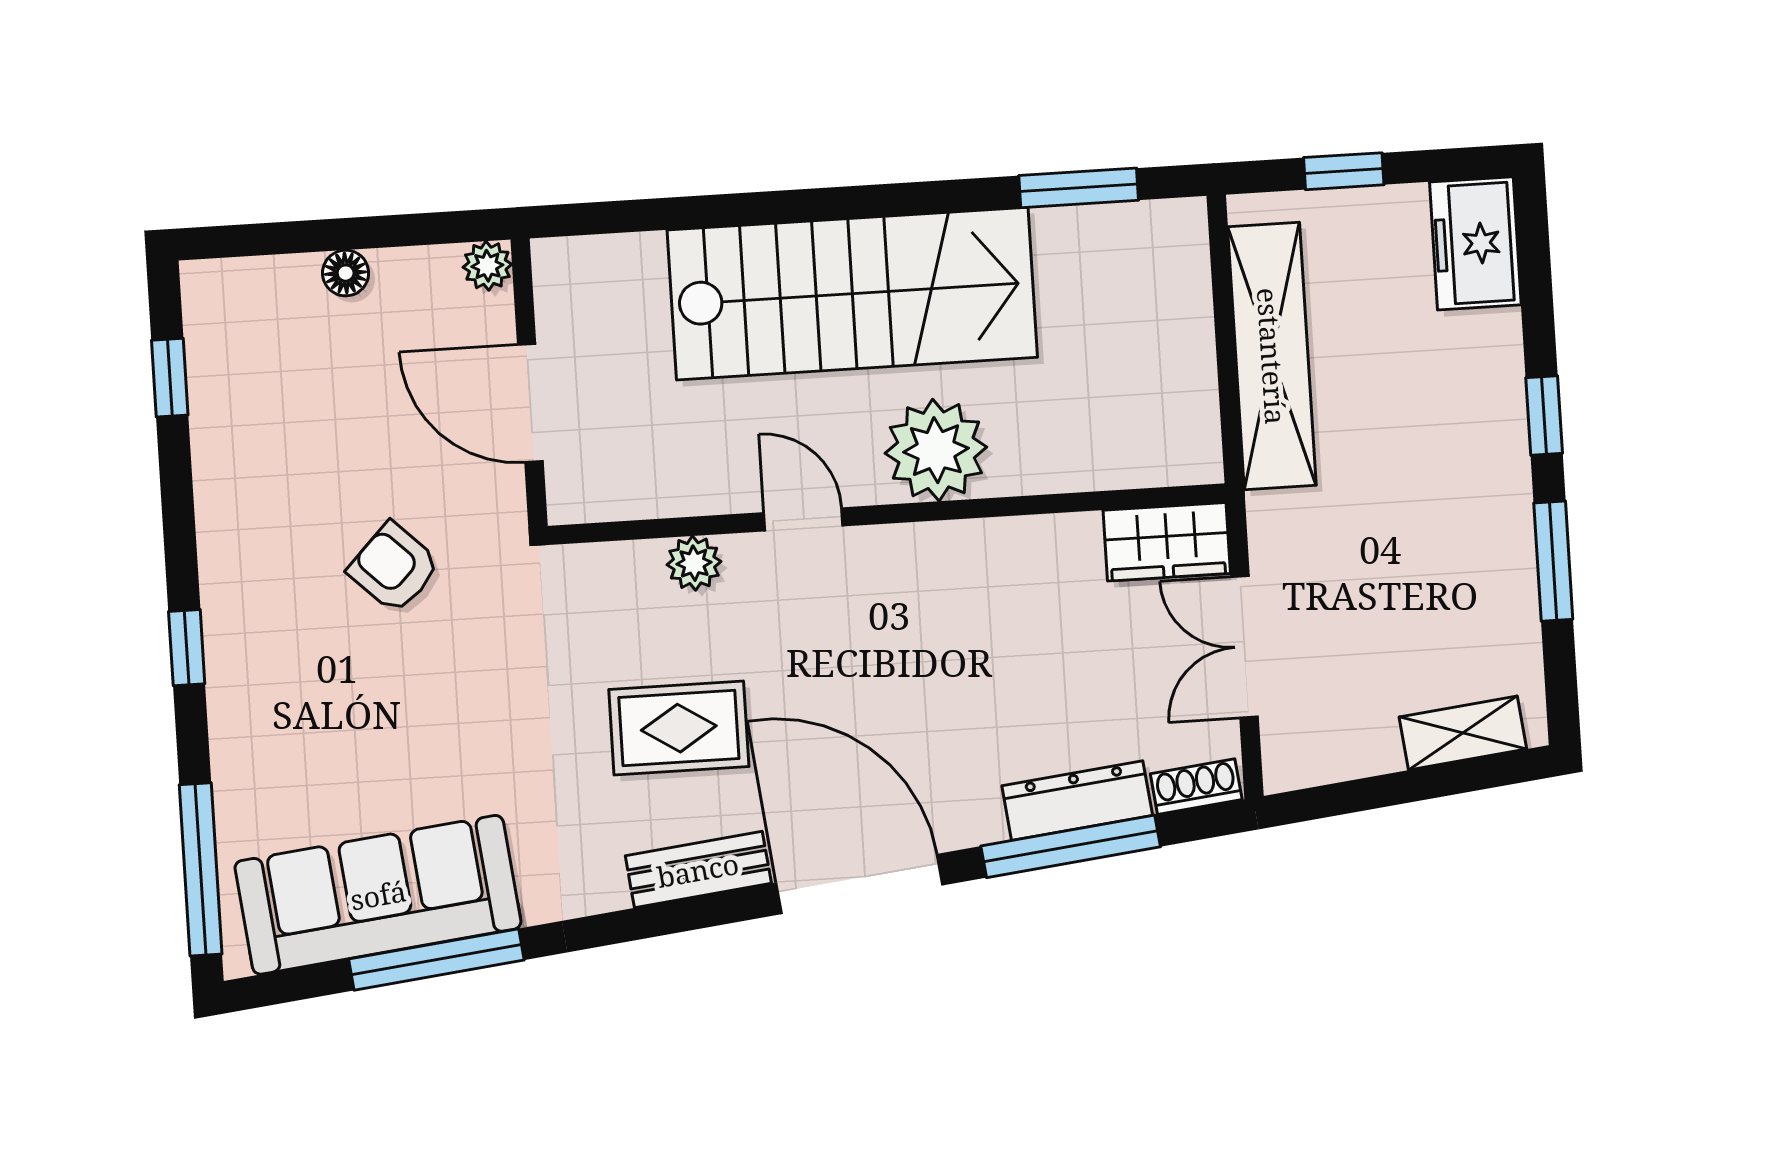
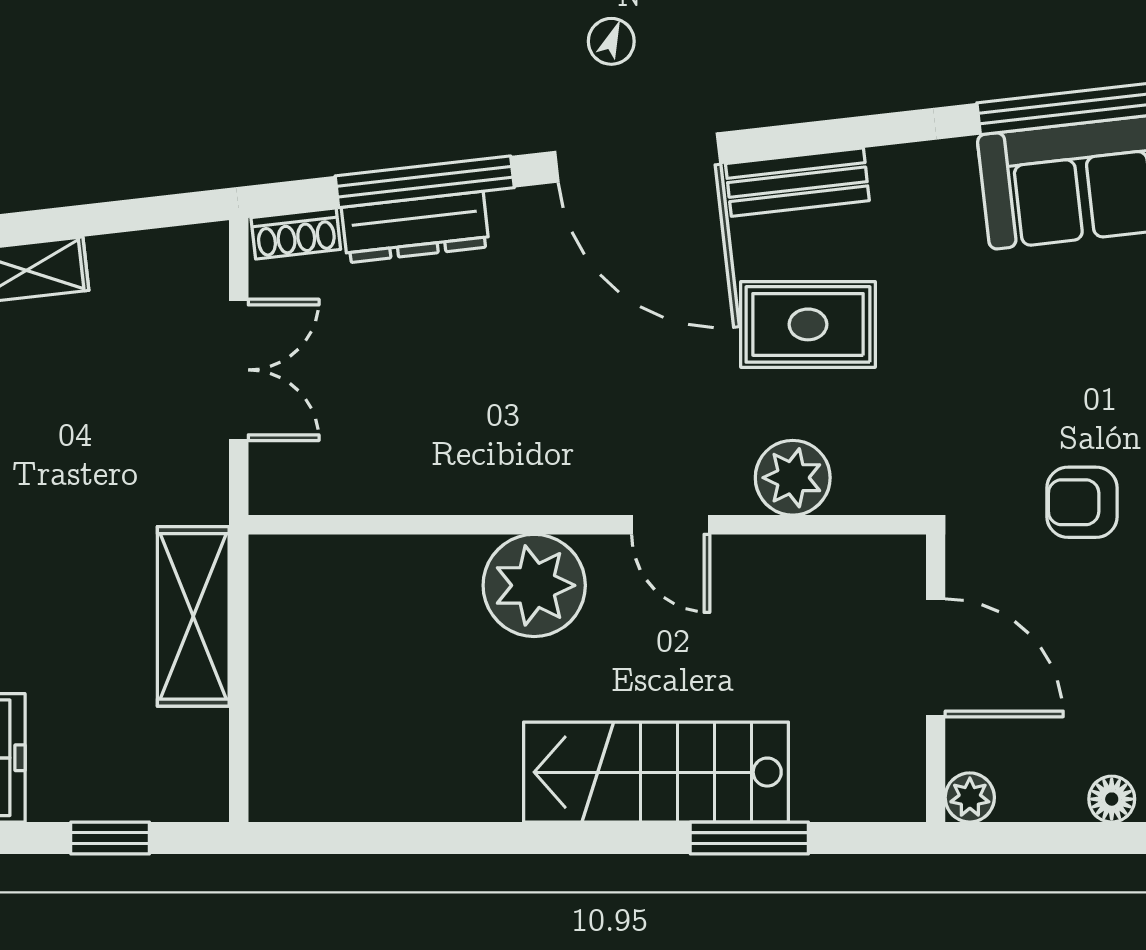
window: (1079, 188) -> (749, 838), moved
stairs: (852, 294) -> (656, 772), width x0.73, depth x0.66
shelving: (1272, 356) -> (193, 616), width x0.68
wardrobe: (1167, 542) -> (310, 480), removed
plant: (694, 563) -> (793, 478), width x1.38, depth x1.38
armchair: (394, 568) -> (1082, 502), turned 136

